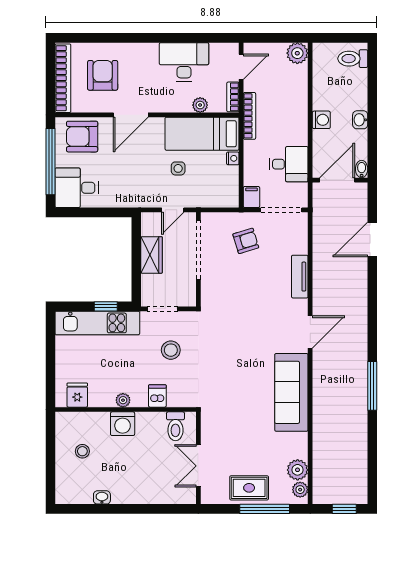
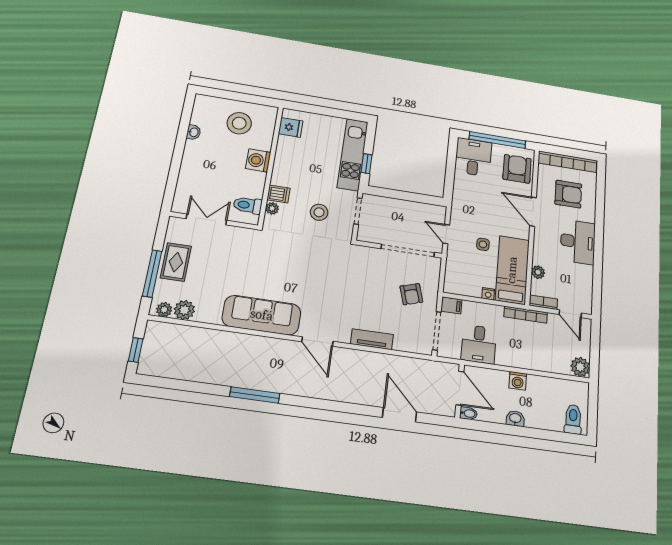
desk: (184, 62) -> (578, 242), moved
wardrobe: (152, 255) -> (408, 209), removed
plant: (123, 400) -> (272, 208), moved
stool: (82, 451) -> (239, 123), width x1.89, depth x1.89

